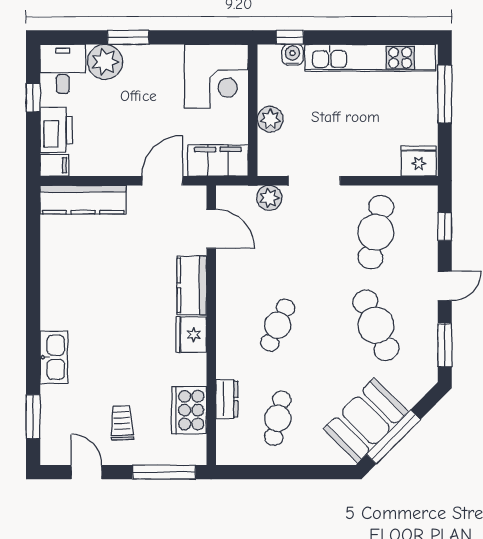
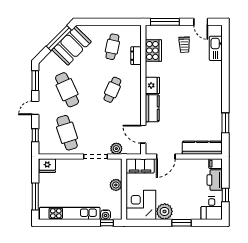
plant: (105, 62) -> (165, 211), moved
cafe table: (376, 232) -> (67, 133), turned -30
kitchen sink: (54, 357) -> (216, 48), moved
window: (33, 417) -> (225, 123), moved

